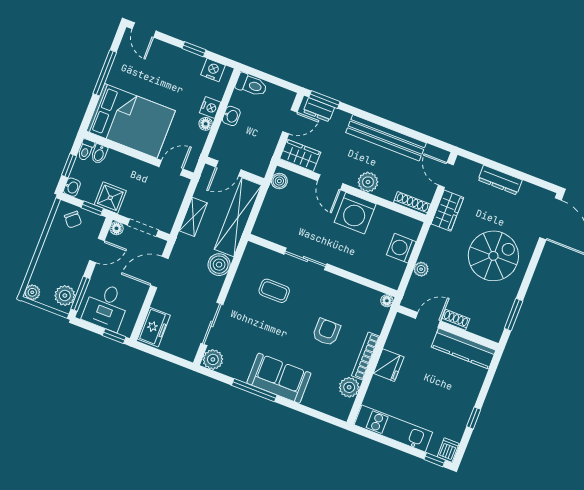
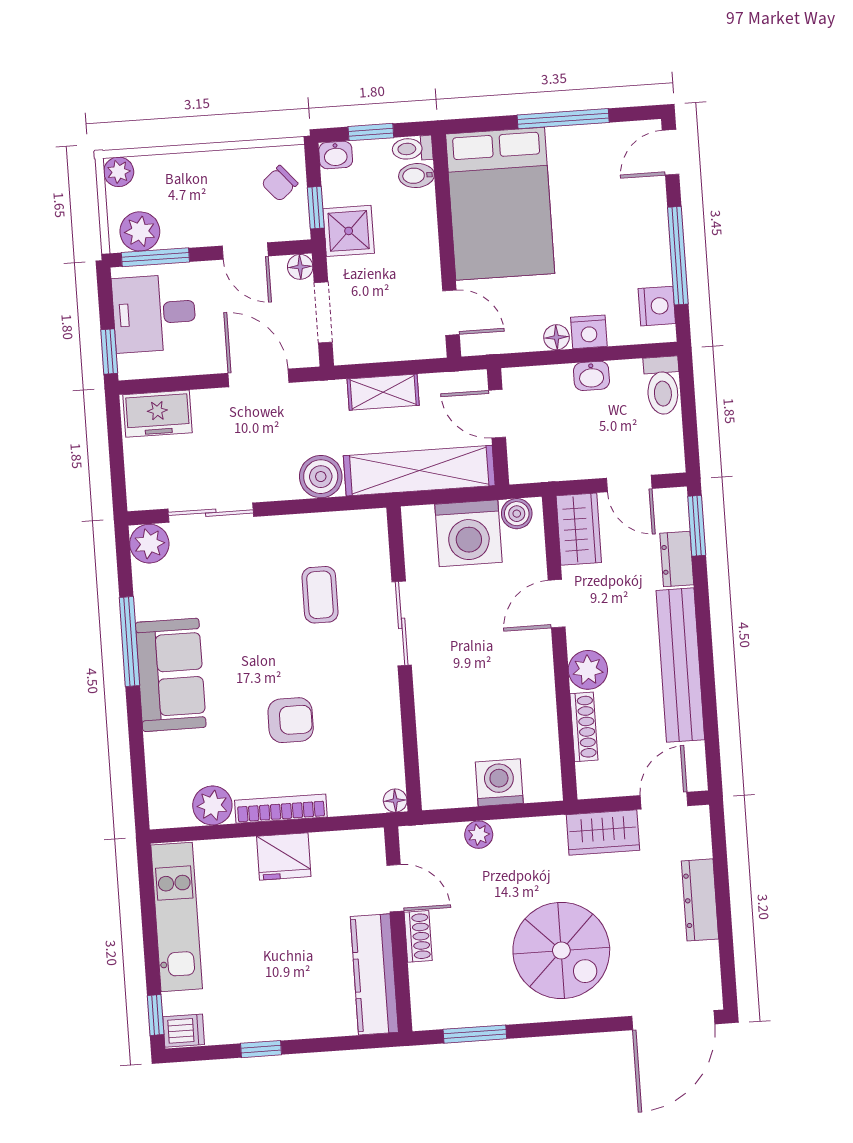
window: (194, 49) -> (678, 256), width x2.17
dresser: (319, 110) -> (677, 559), moved
shoe rack: (412, 203) -> (584, 727), moved
washing machine: (355, 213) -> (468, 533), moved, turned -90

